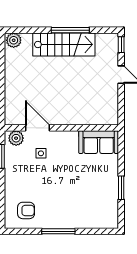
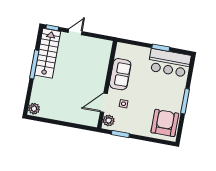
stairs: (64, 44) -> (48, 53), moved
sofa: (99, 142) -> (120, 74), moved
bar counter: (104, 202) -> (169, 63), added
armchair: (26, 210) -> (165, 123), width x1.88, depth x1.88

